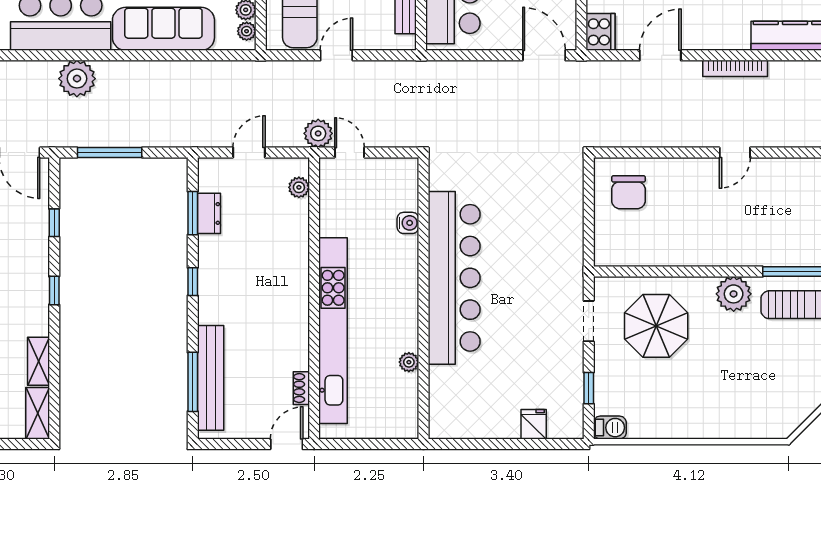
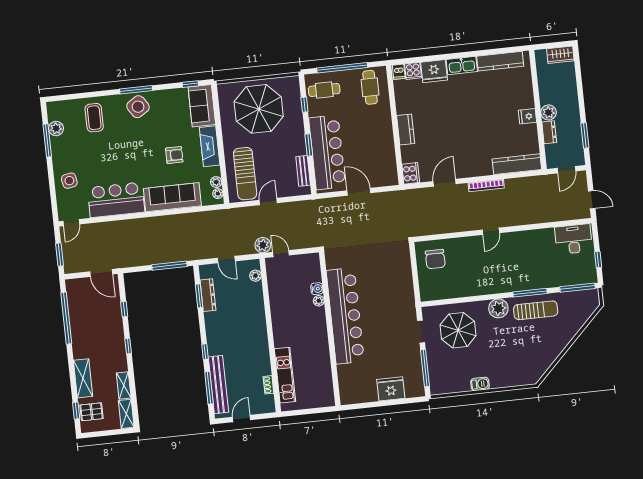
door: (544, 55) -> (359, 192), moved
plant: (77, 79) -> (128, 229), removed
window: (110, 153) -> (169, 266), moved
door: (249, 153) -> (226, 260), swing flipped
dresser: (209, 213) -> (208, 295), width x1.44
window: (193, 282) -> (205, 352), moved
kitchen unit: (333, 331) -> (285, 375), width x0.54
plant: (409, 362) -> (319, 301), moved
window: (589, 388) -> (425, 368), width x2.17
fridge: (534, 424) -> (391, 389), width x1.88, depth x1.34
barbecue: (610, 428) -> (480, 384), moved
door: (287, 444) -> (241, 419), moved

